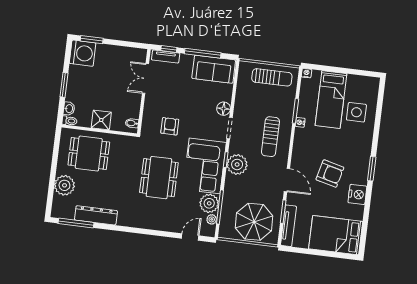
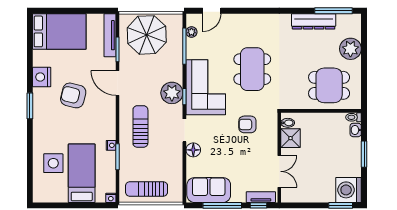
shower: (101, 120) -> (290, 138), moved
armchair: (170, 126) -> (247, 124), turned 90
plant: (209, 203) -> (196, 49), removed

